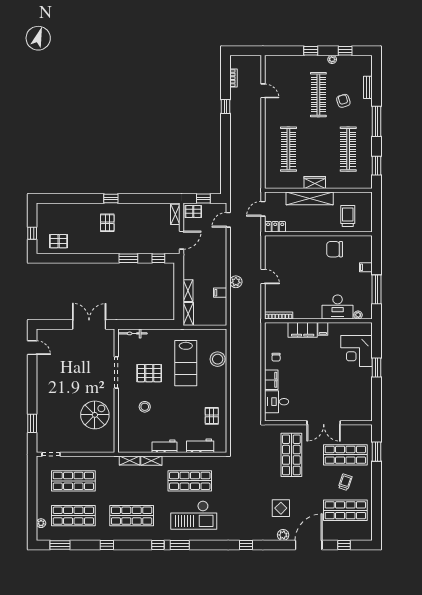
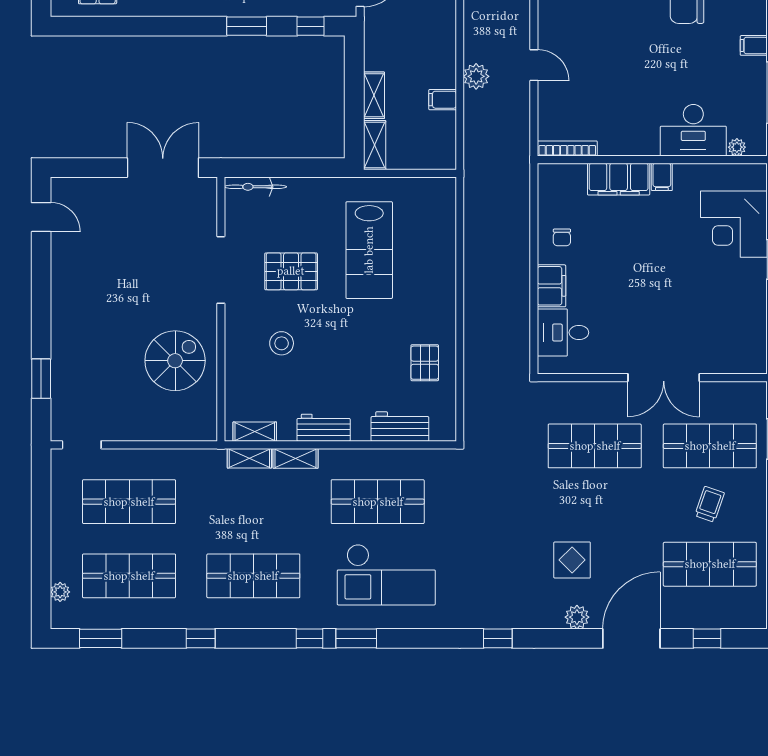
stool: (218, 359) -> (437, 242), removed
shelving: (132, 448) -> (255, 432), added
shop shelf: (291, 455) -> (595, 446), turned 90

